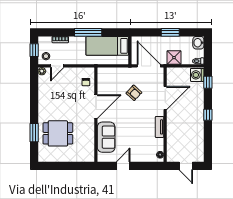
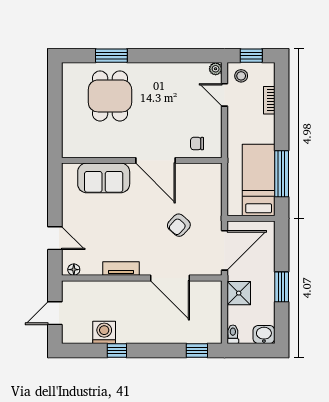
window: (88, 32) -> (282, 174), moved
washing machine: (197, 75) -> (104, 332), moved
window: (208, 115) -> (117, 350), moved
door: (123, 166) -> (55, 238), moved

